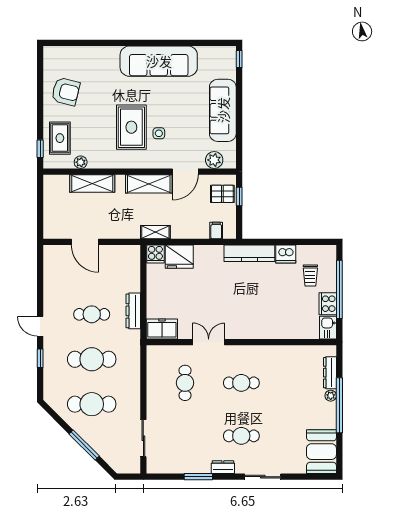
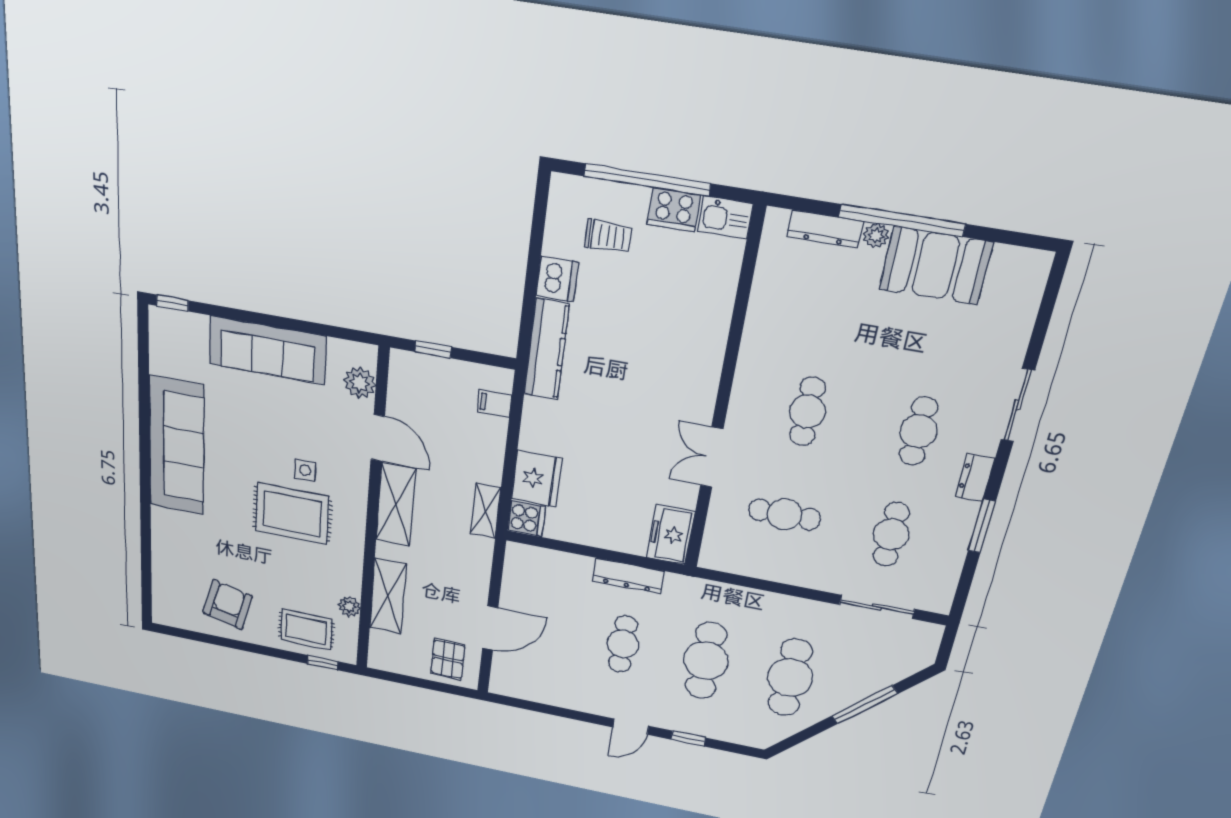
pallet: (222, 194) -> (448, 659), moved
cafe table: (185, 436) -> (891, 534), added
booth: (321, 452) -> (936, 266), moved

